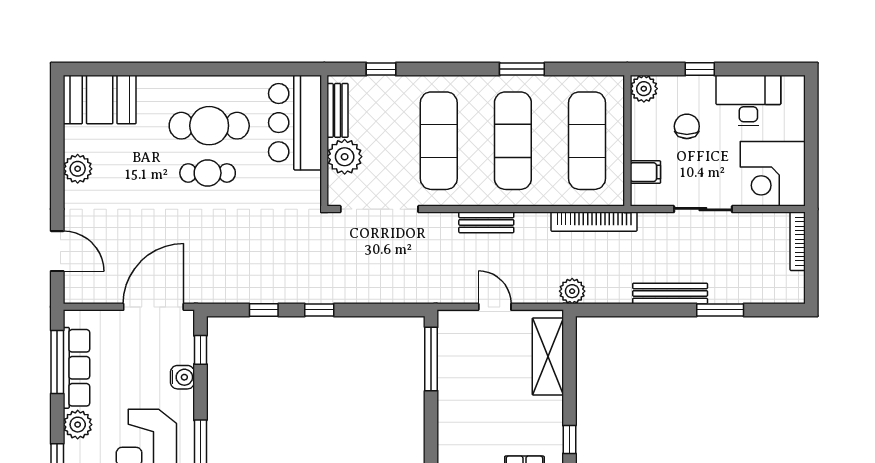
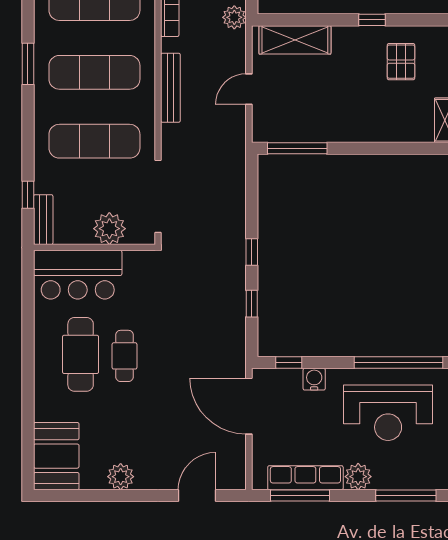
bench: (338, 110) -> (43, 220), moved, turned 90
bench: (486, 222) -> (170, 88), width x1.36

